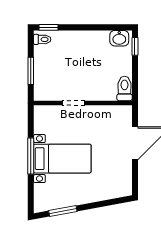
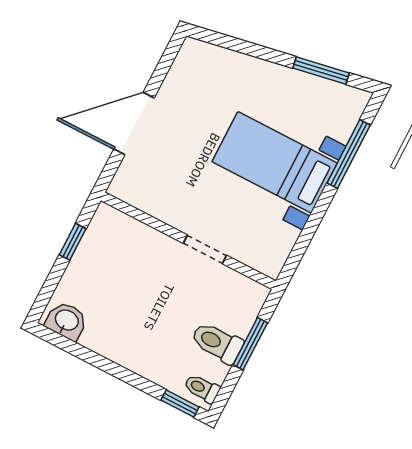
window: (135, 46) -> (73, 242), moved
toilet: (125, 88) -> (217, 343), moved, turned 90
window: (31, 156) -> (349, 154), moved

